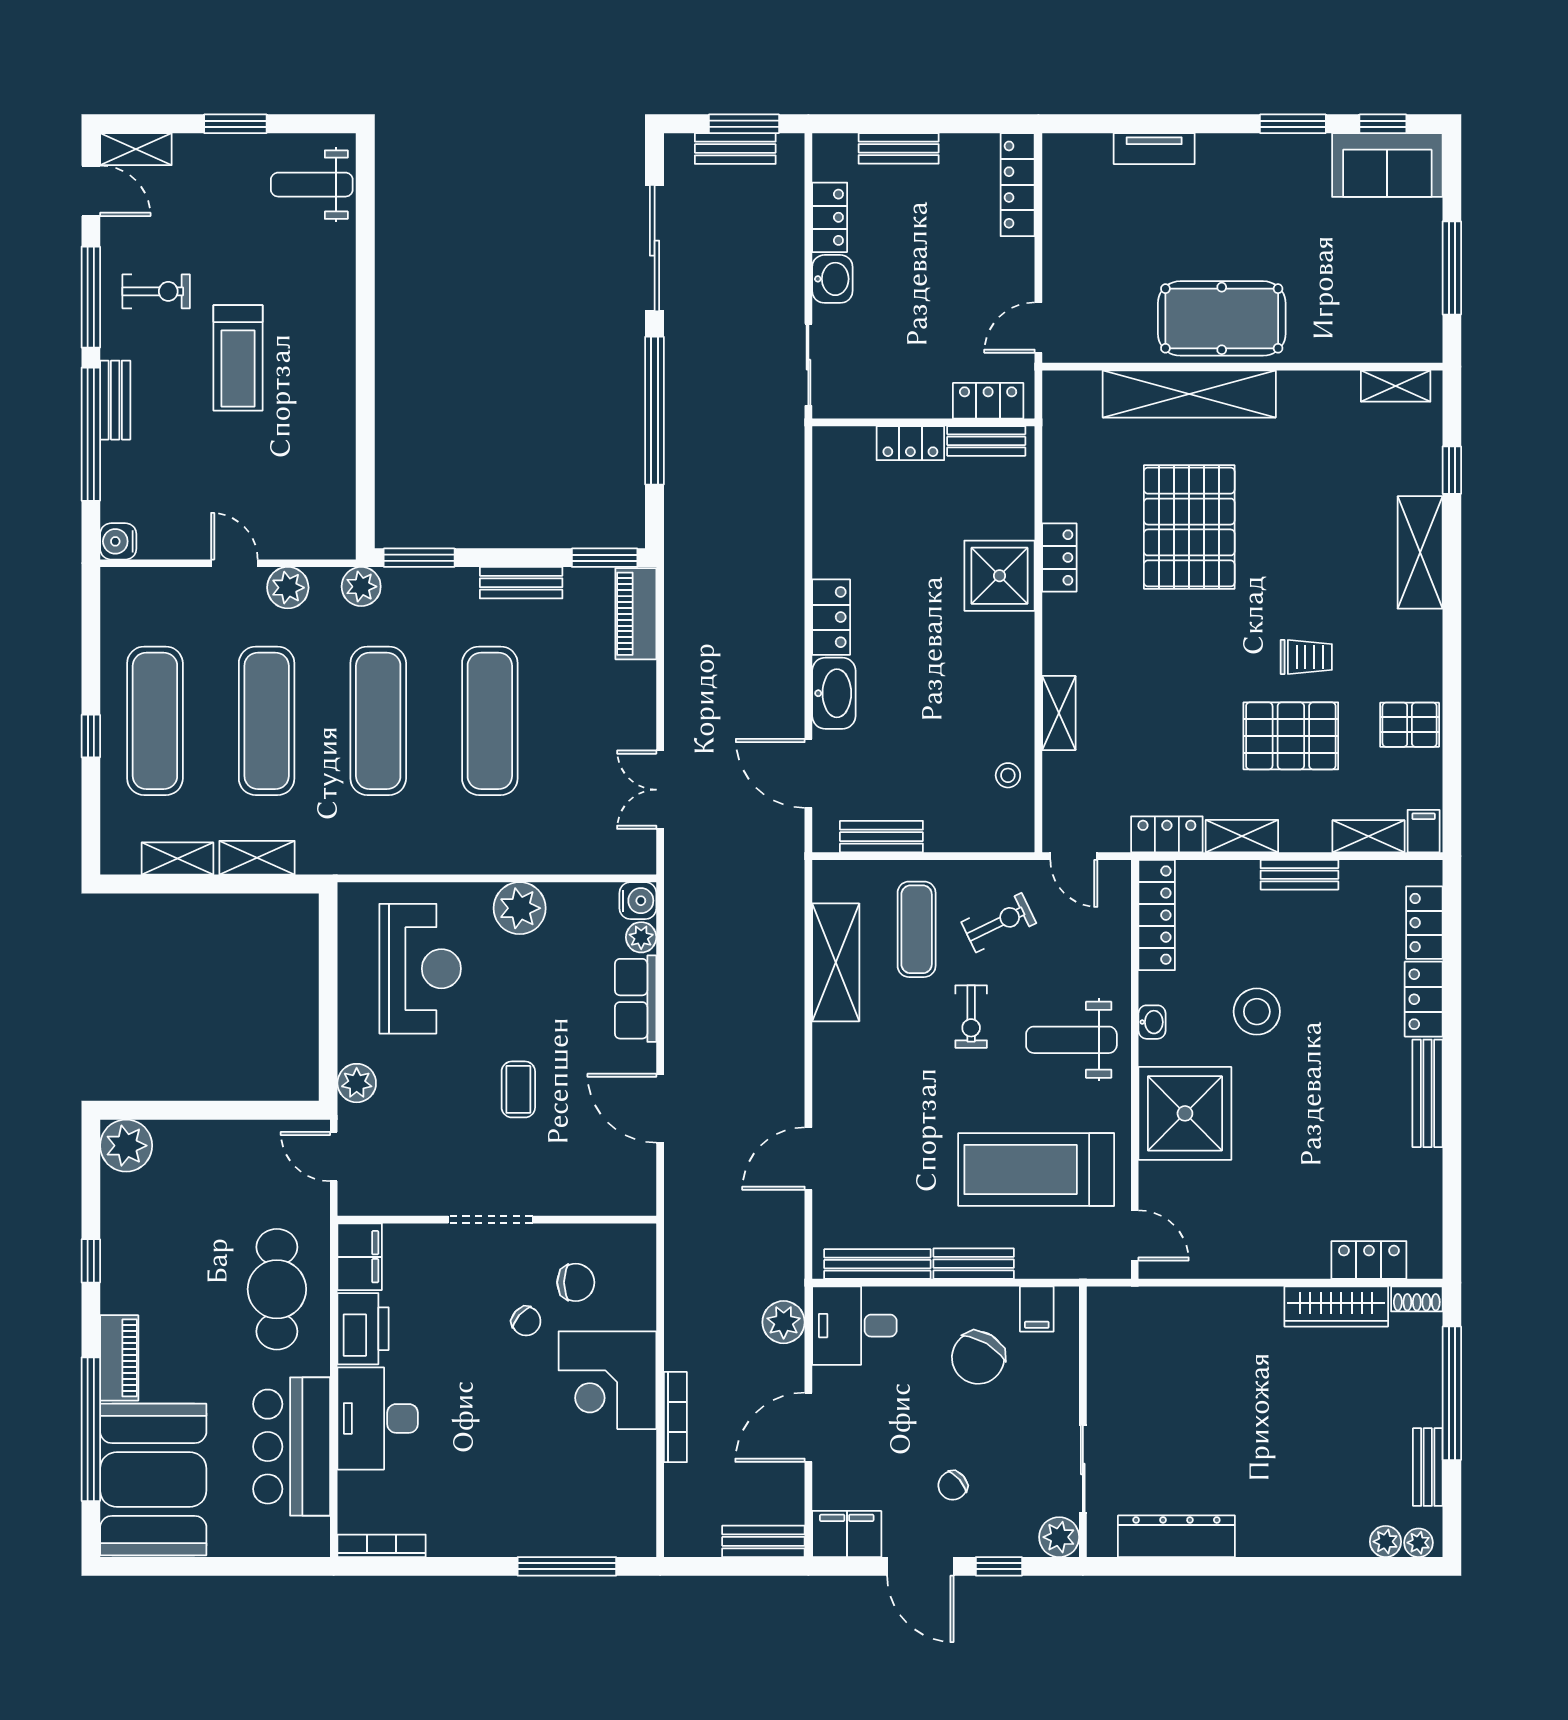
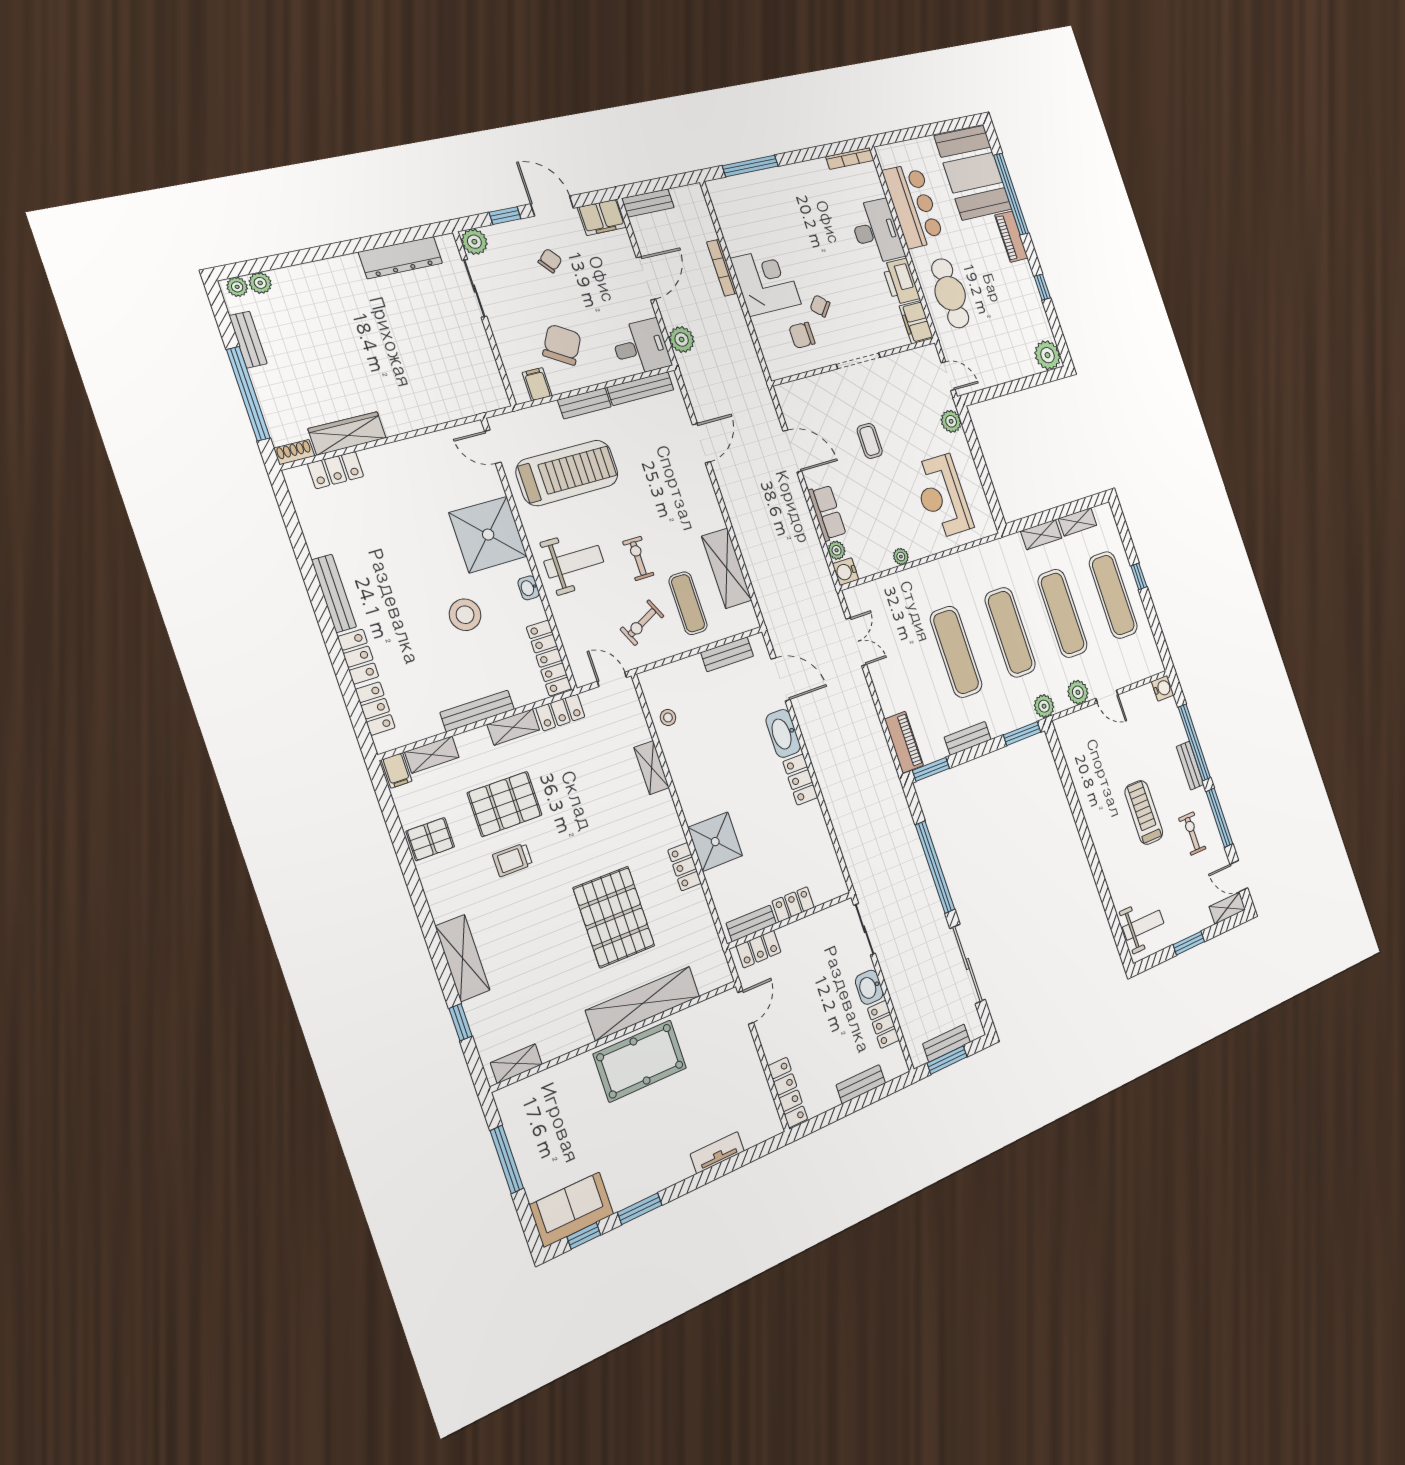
exercise bike: (156, 291) -> (1192, 834), turned 90
bench: (1299, 875) -> (477, 711), width x1.36
plant: (520, 908) -> (901, 557), width x0.53, depth x0.53

